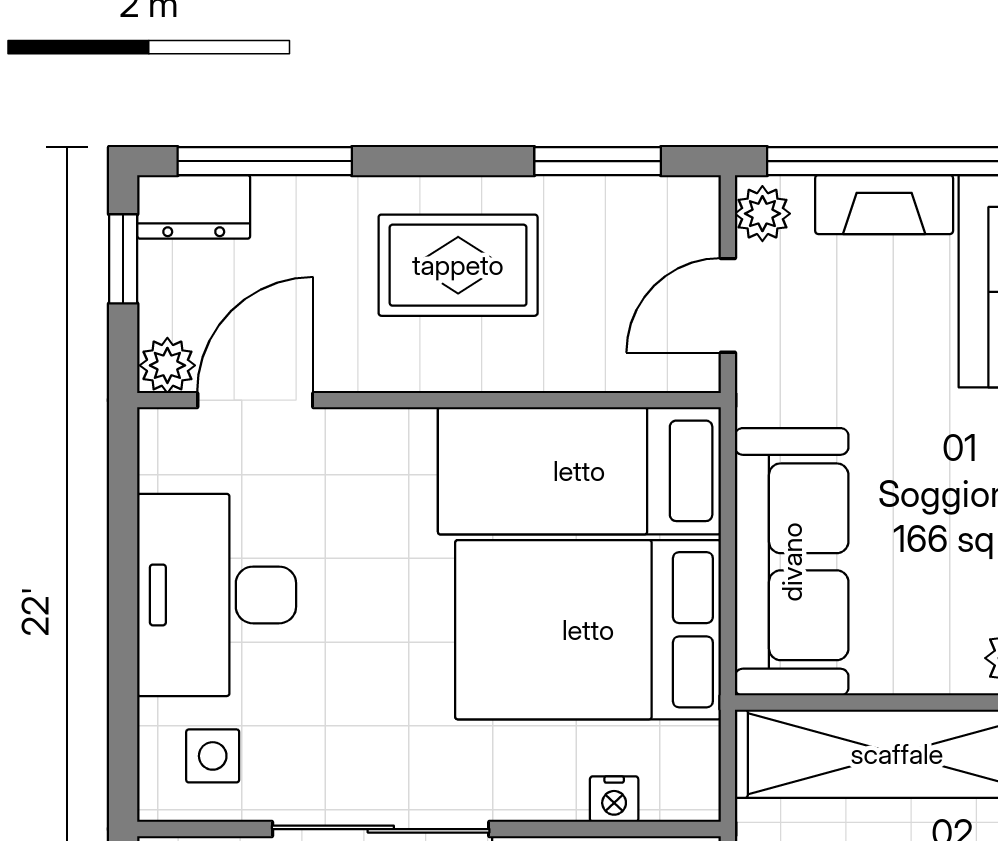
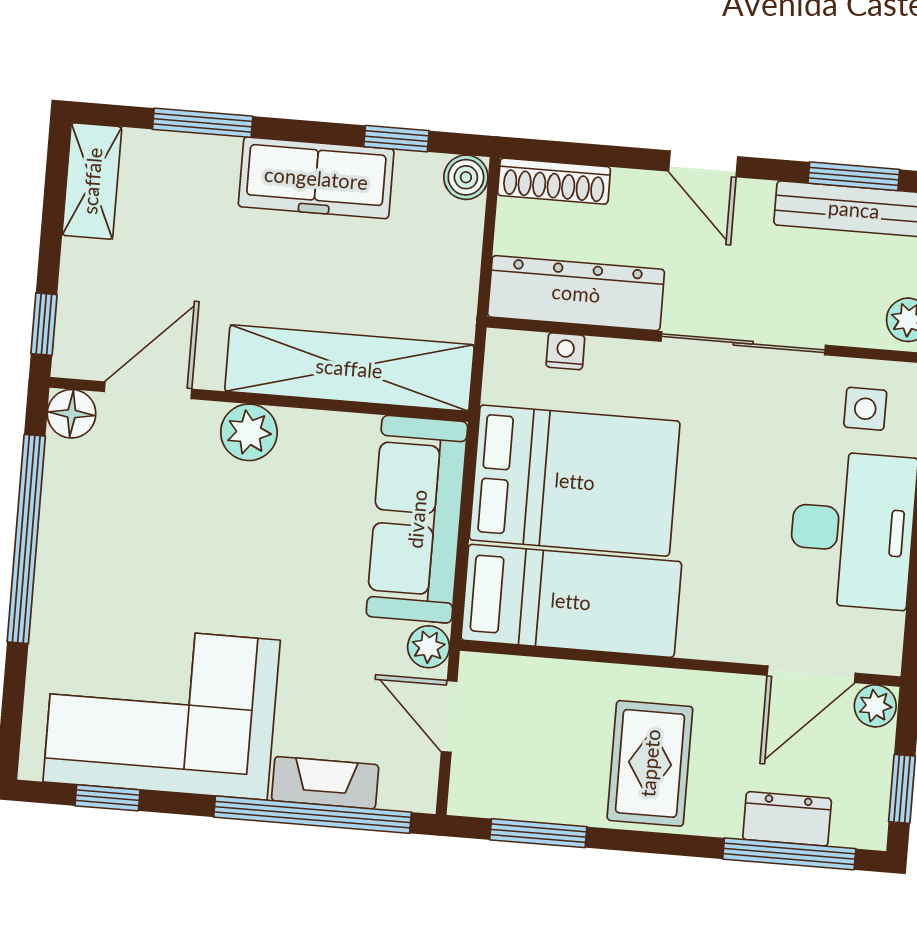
dresser: (194, 207) -> (787, 819), moved
plant: (762, 214) -> (429, 647), moved
rug: (458, 265) -> (650, 763), turned 90
door: (728, 305) -> (449, 716), swing flipped

